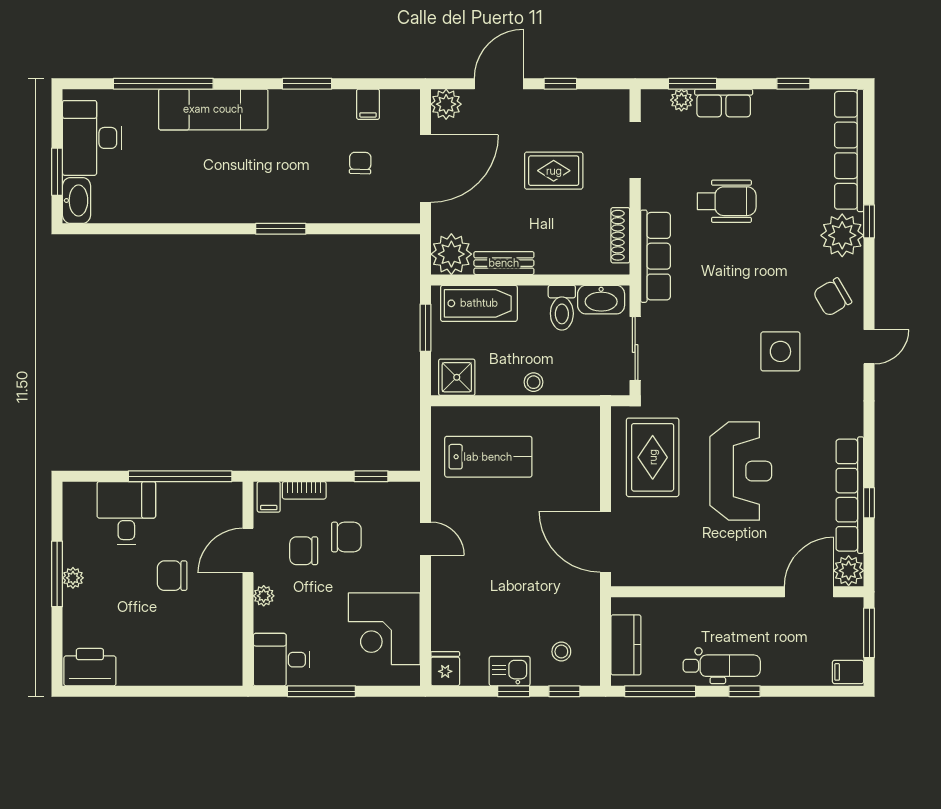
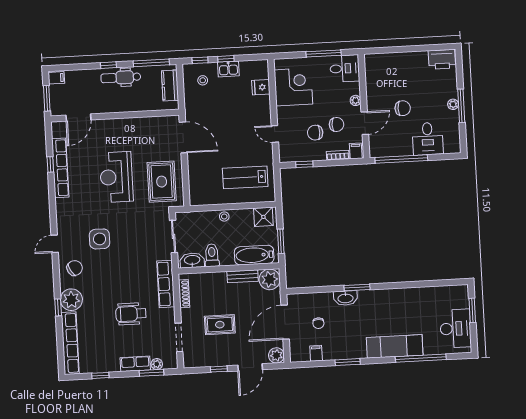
washbasin: (77, 200) -> (345, 298), moved, turned -90
plant: (849, 571) -> (59, 129), removed
fridge: (445, 669) -> (261, 87), moved, turned 90

